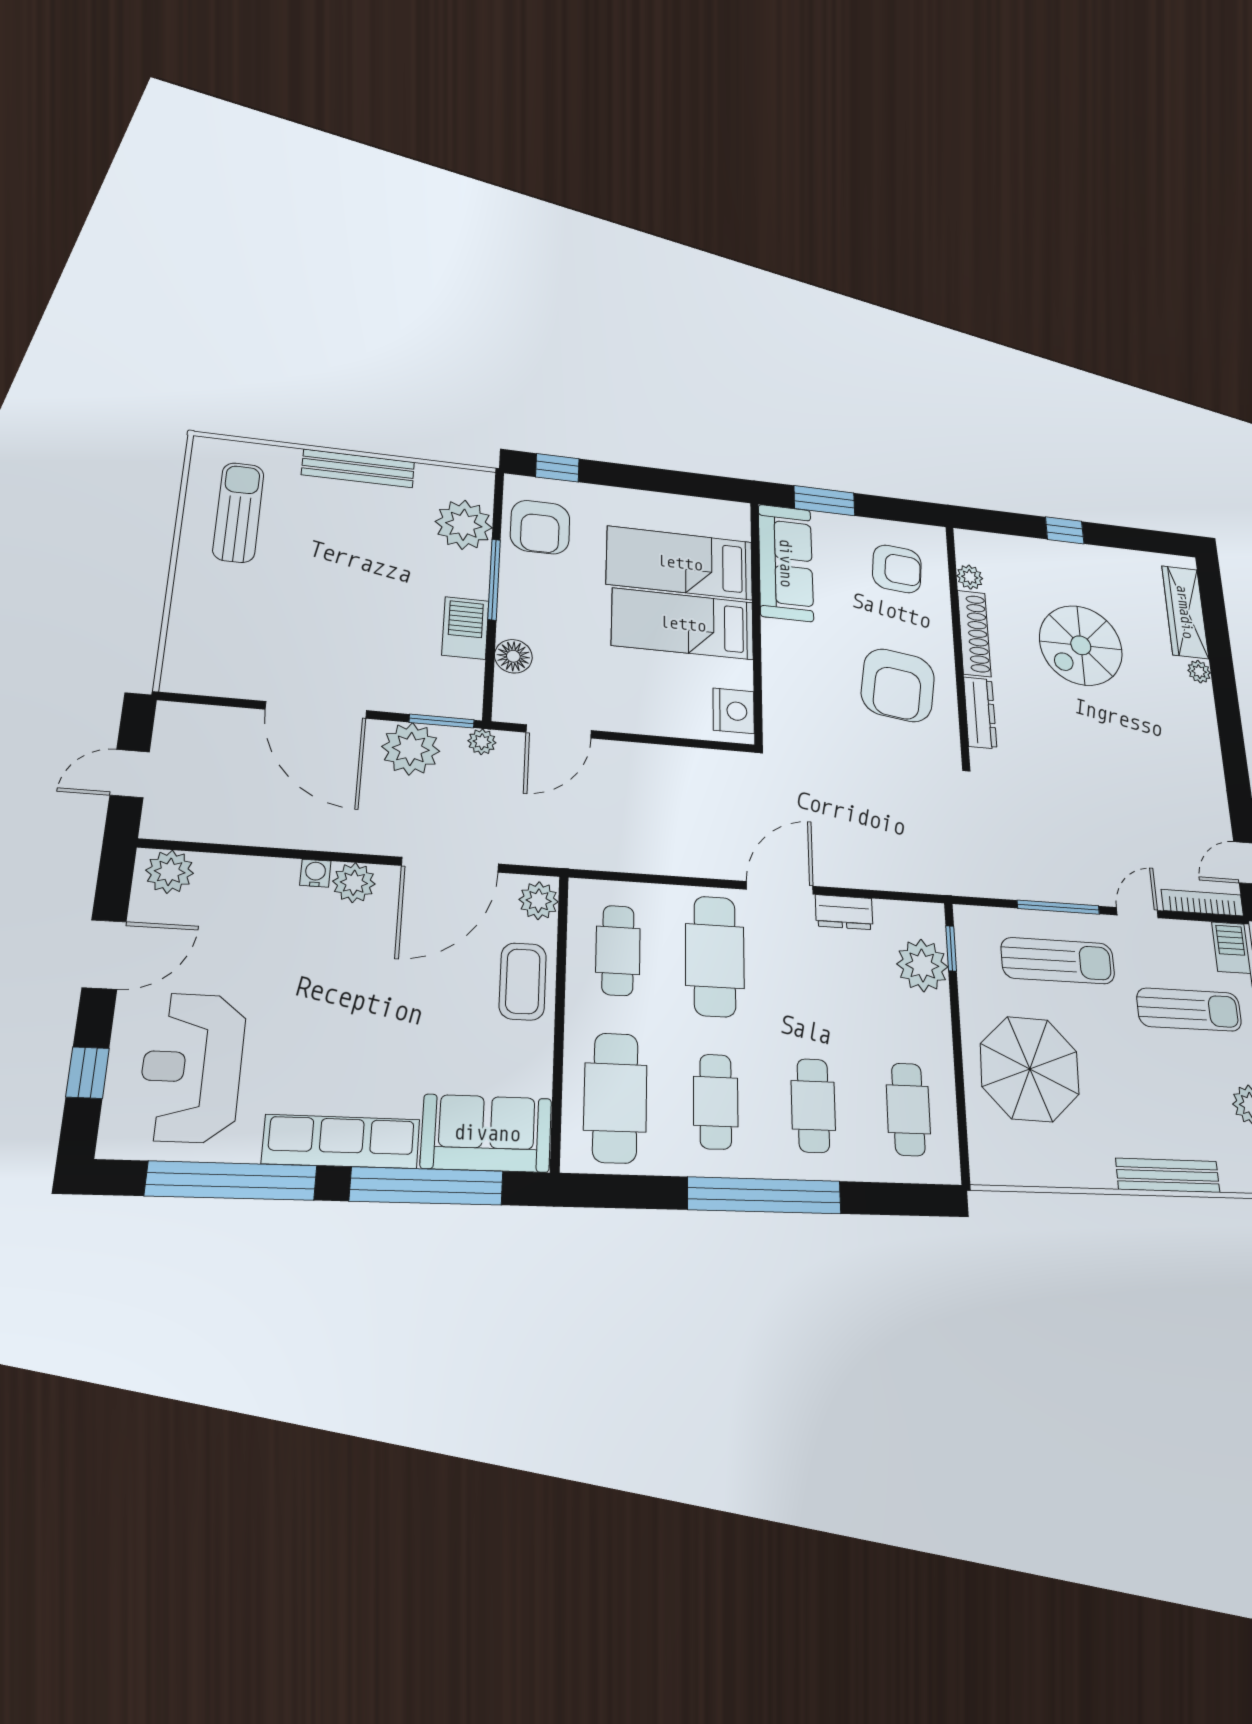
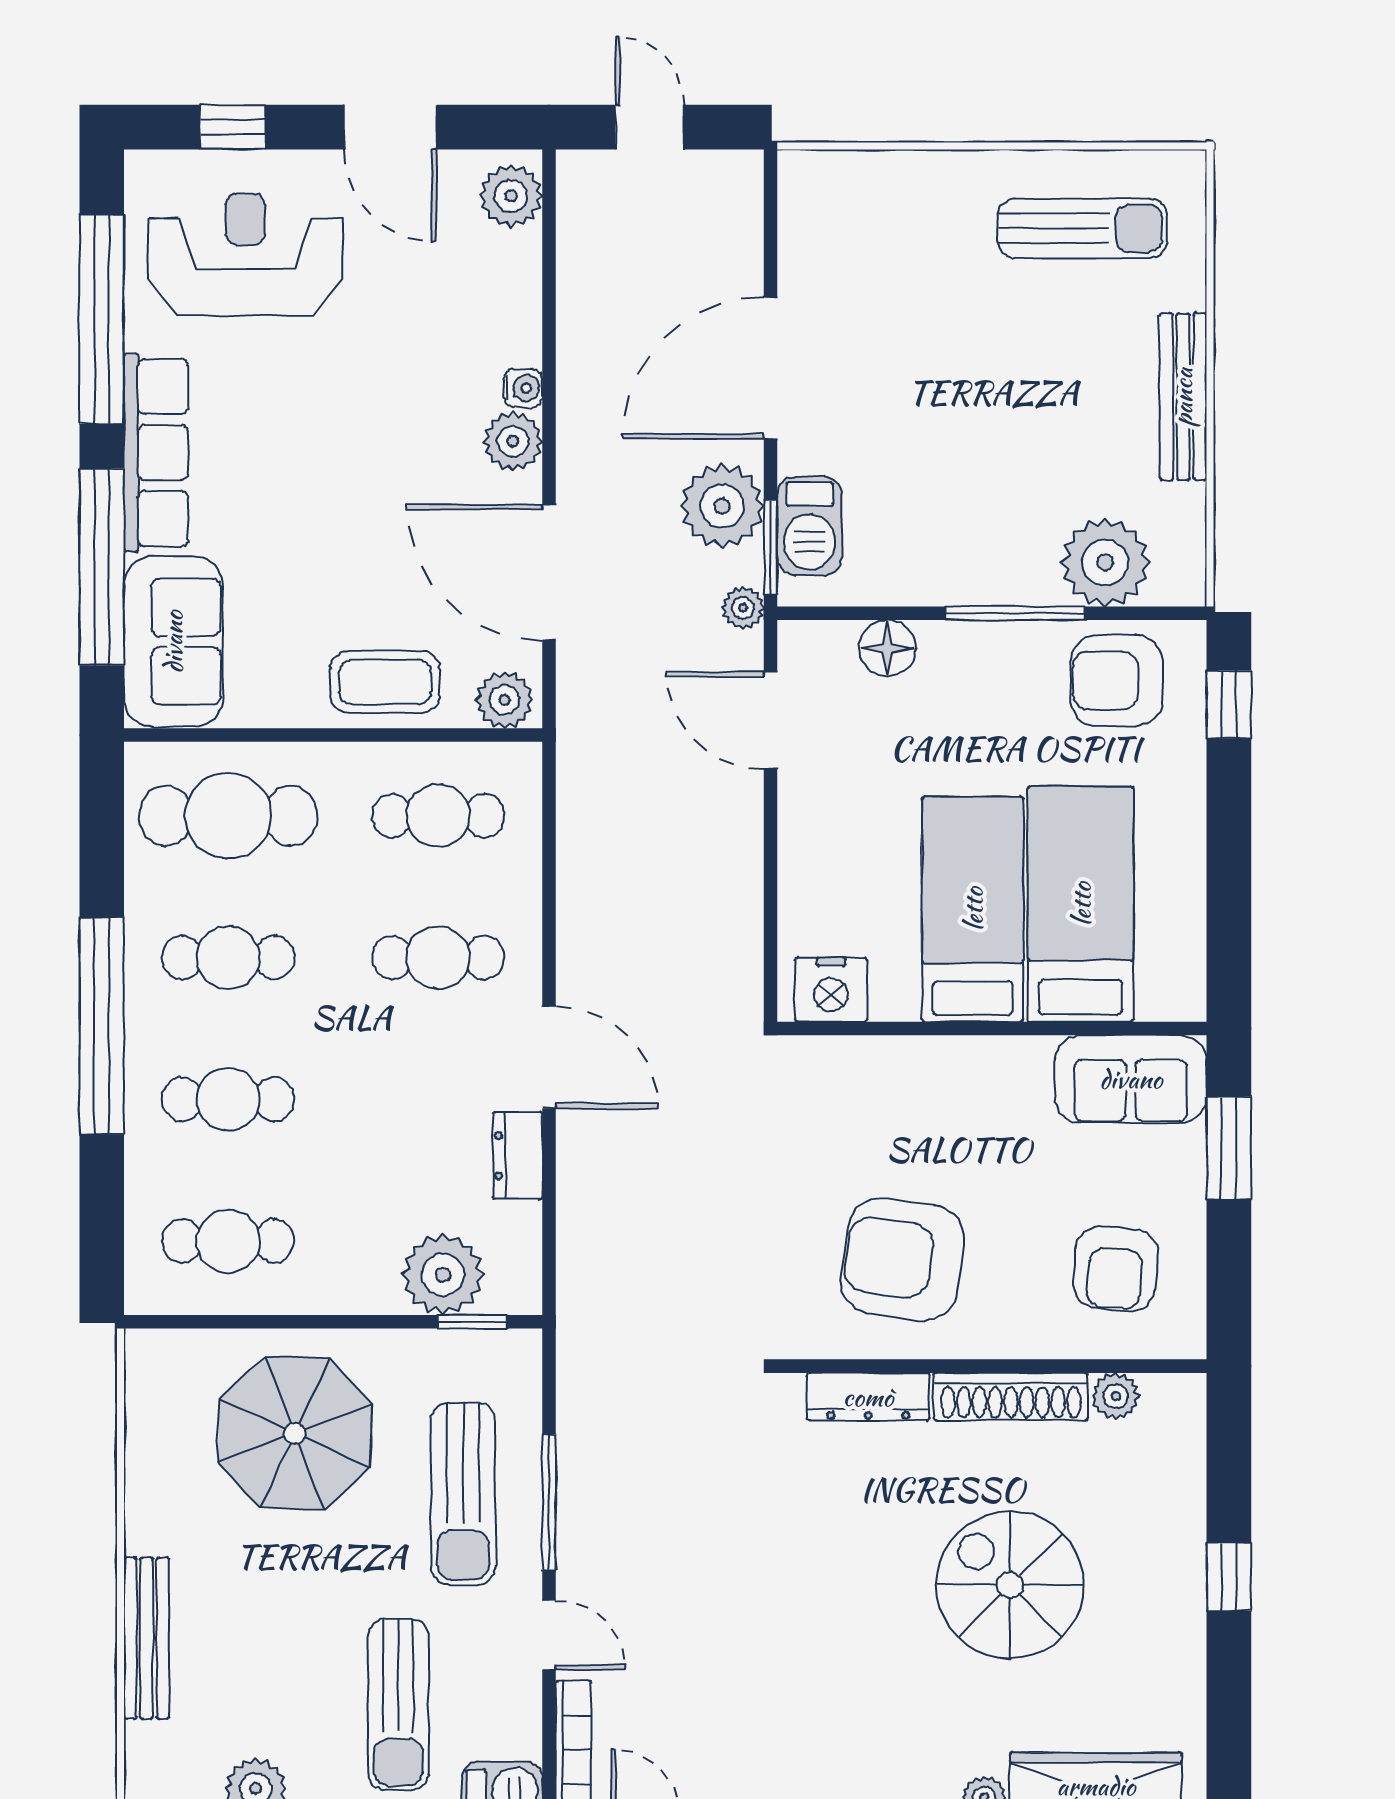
sofa: (786, 563) -> (1131, 1079), width x0.73
barbecue: (465, 628) -> (810, 526), moved, turned 90
cafe table: (715, 956) -> (438, 957), width x0.73, depth x0.74

